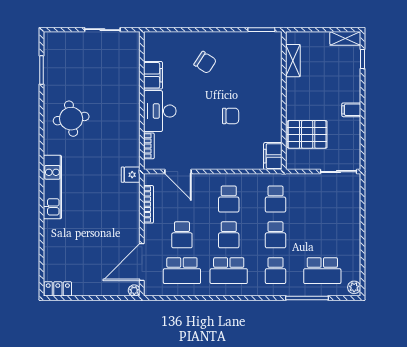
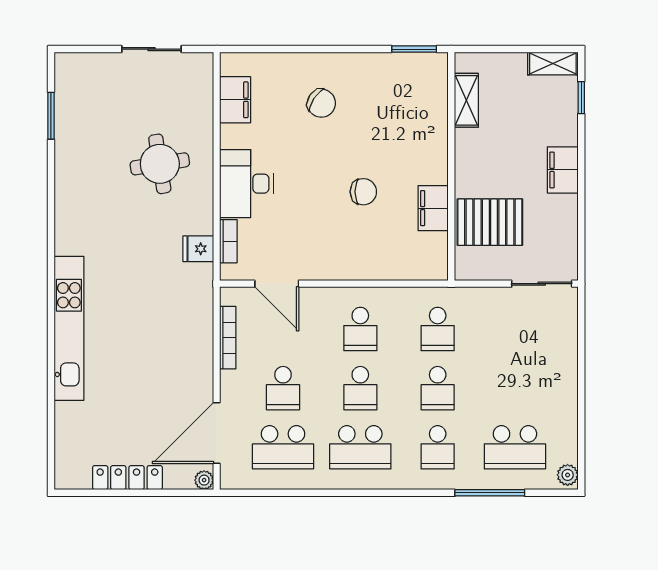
filing cabinet: (153, 75) -> (235, 100), moved
filing cabinet: (351, 110) -> (563, 170), width x2.00
round table: (71, 119) -> (160, 164), moved
filing cabinet: (273, 156) -> (433, 208), moved
fridge: (131, 175) -> (198, 249), moved
kitchen unit: (52, 187) -> (69, 328), width x1.36
locker: (58, 289) -> (127, 478), moved, width x1.53

